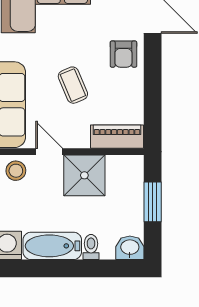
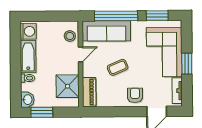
armchair: (123, 54) -> (135, 95), turned 90
shower: (84, 175) -> (68, 86), moved
window: (153, 202) -> (42, 112), moved

